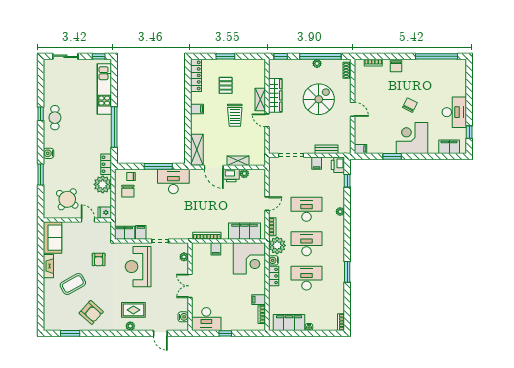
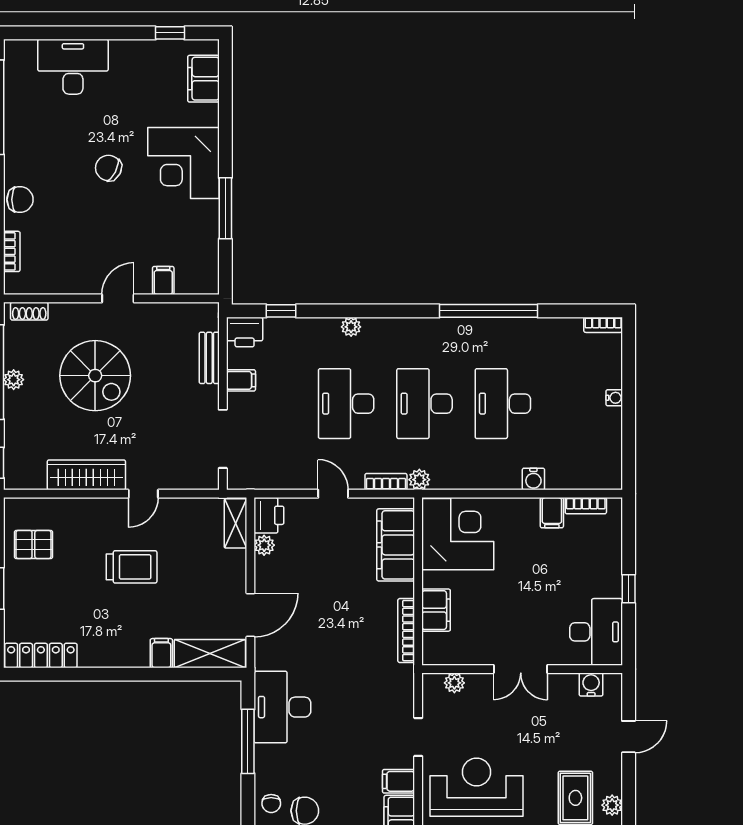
pallet: (226, 85) -> (33, 544), moved
spiral stairs: (319, 99) -> (95, 376), turned 180
shelving: (260, 100) -> (96, 509), removed
filing cabinet: (197, 109) -> (161, 653), moved
desk: (454, 112) -> (73, 67), moved
filing cabinet: (360, 149) -> (163, 280), moved
window: (392, 156) -> (225, 208), width x1.44
shelving: (238, 161) -> (236, 523), moved
printer: (231, 175) -> (269, 515), moved
plant: (277, 245) -> (419, 480), width x0.53, depth x0.53
filing cabinet: (216, 249) -> (436, 610), width x2.00
water cooler: (273, 260) -> (533, 479), moved
reception desk: (138, 267) -> (477, 787), turned 180
window: (347, 272) -> (488, 311), width x2.11
locker: (274, 276) -> (498, 479), removed
filing cabinet: (289, 322) -> (604, 443), removed

